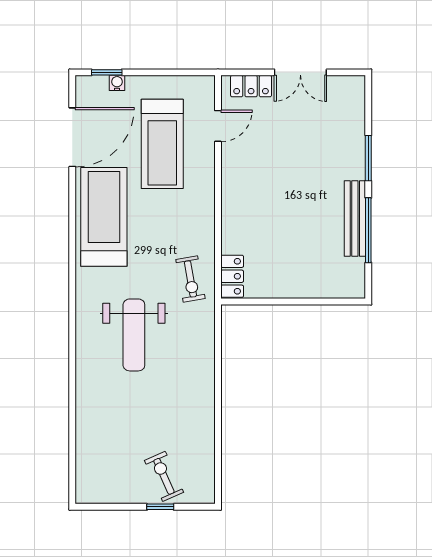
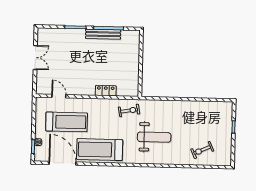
locker: (251, 86) -> (41, 80), removed
locker: (232, 276) -> (106, 91), moved
exercise bike: (164, 476) -> (202, 150), moved

